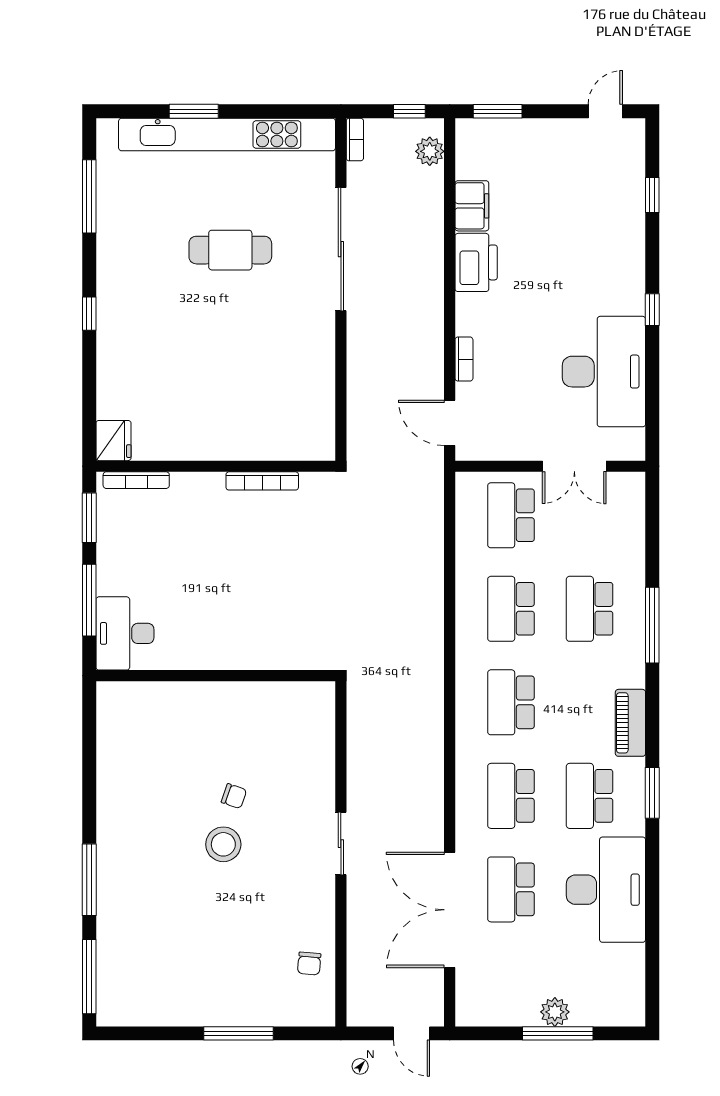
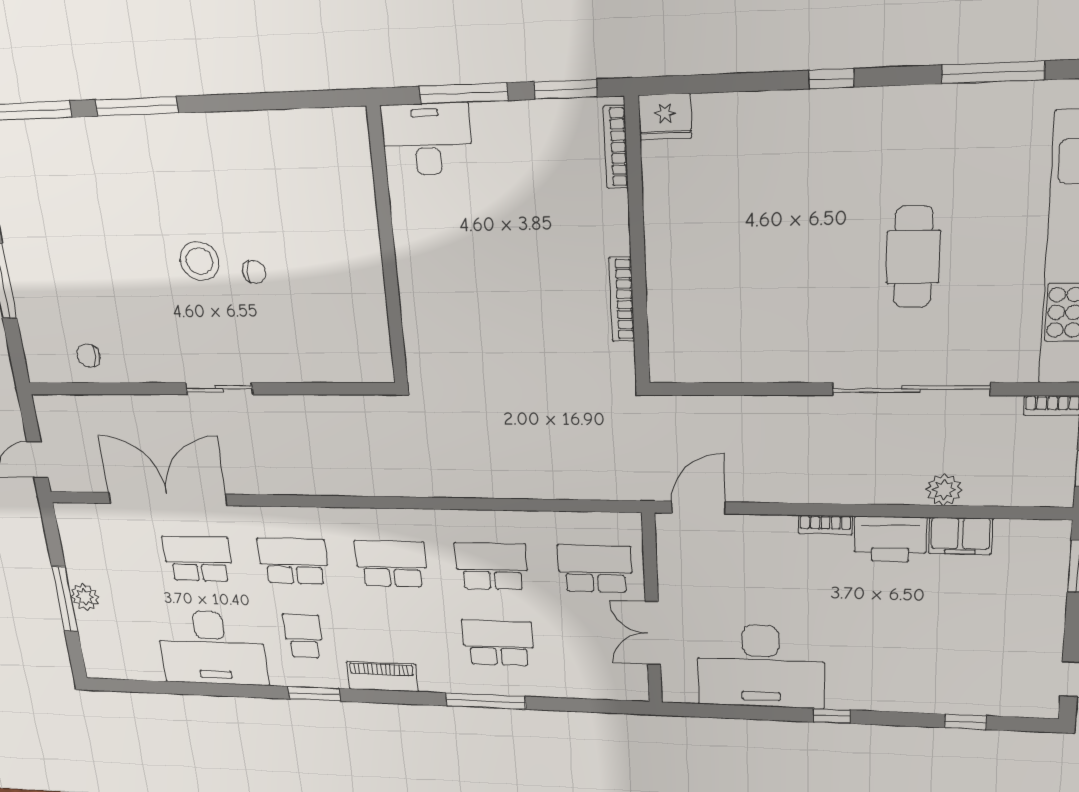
plant: (430, 151) -> (944, 490), moved
bookcase: (464, 359) -> (825, 525), moved
chair: (234, 796) -> (254, 272), turned -109
school desk: (590, 796) -> (303, 636), width x0.54

